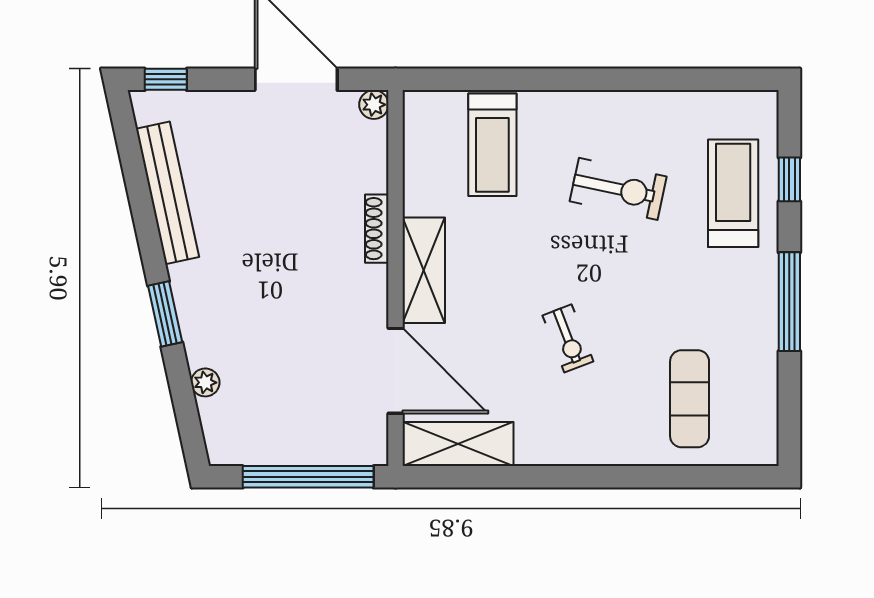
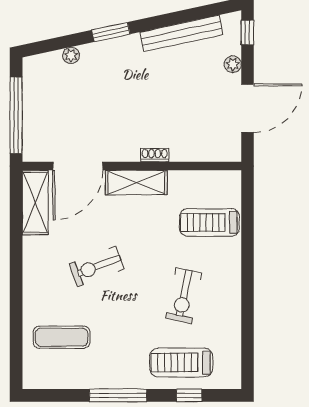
plant: (374, 105) -> (233, 64), moved
treadmill: (733, 193) -> (181, 363), turned 180
shoe rack: (377, 229) -> (155, 155), width x0.70
exercise bike: (568, 338) -> (97, 266), width x1.38, depth x1.39

